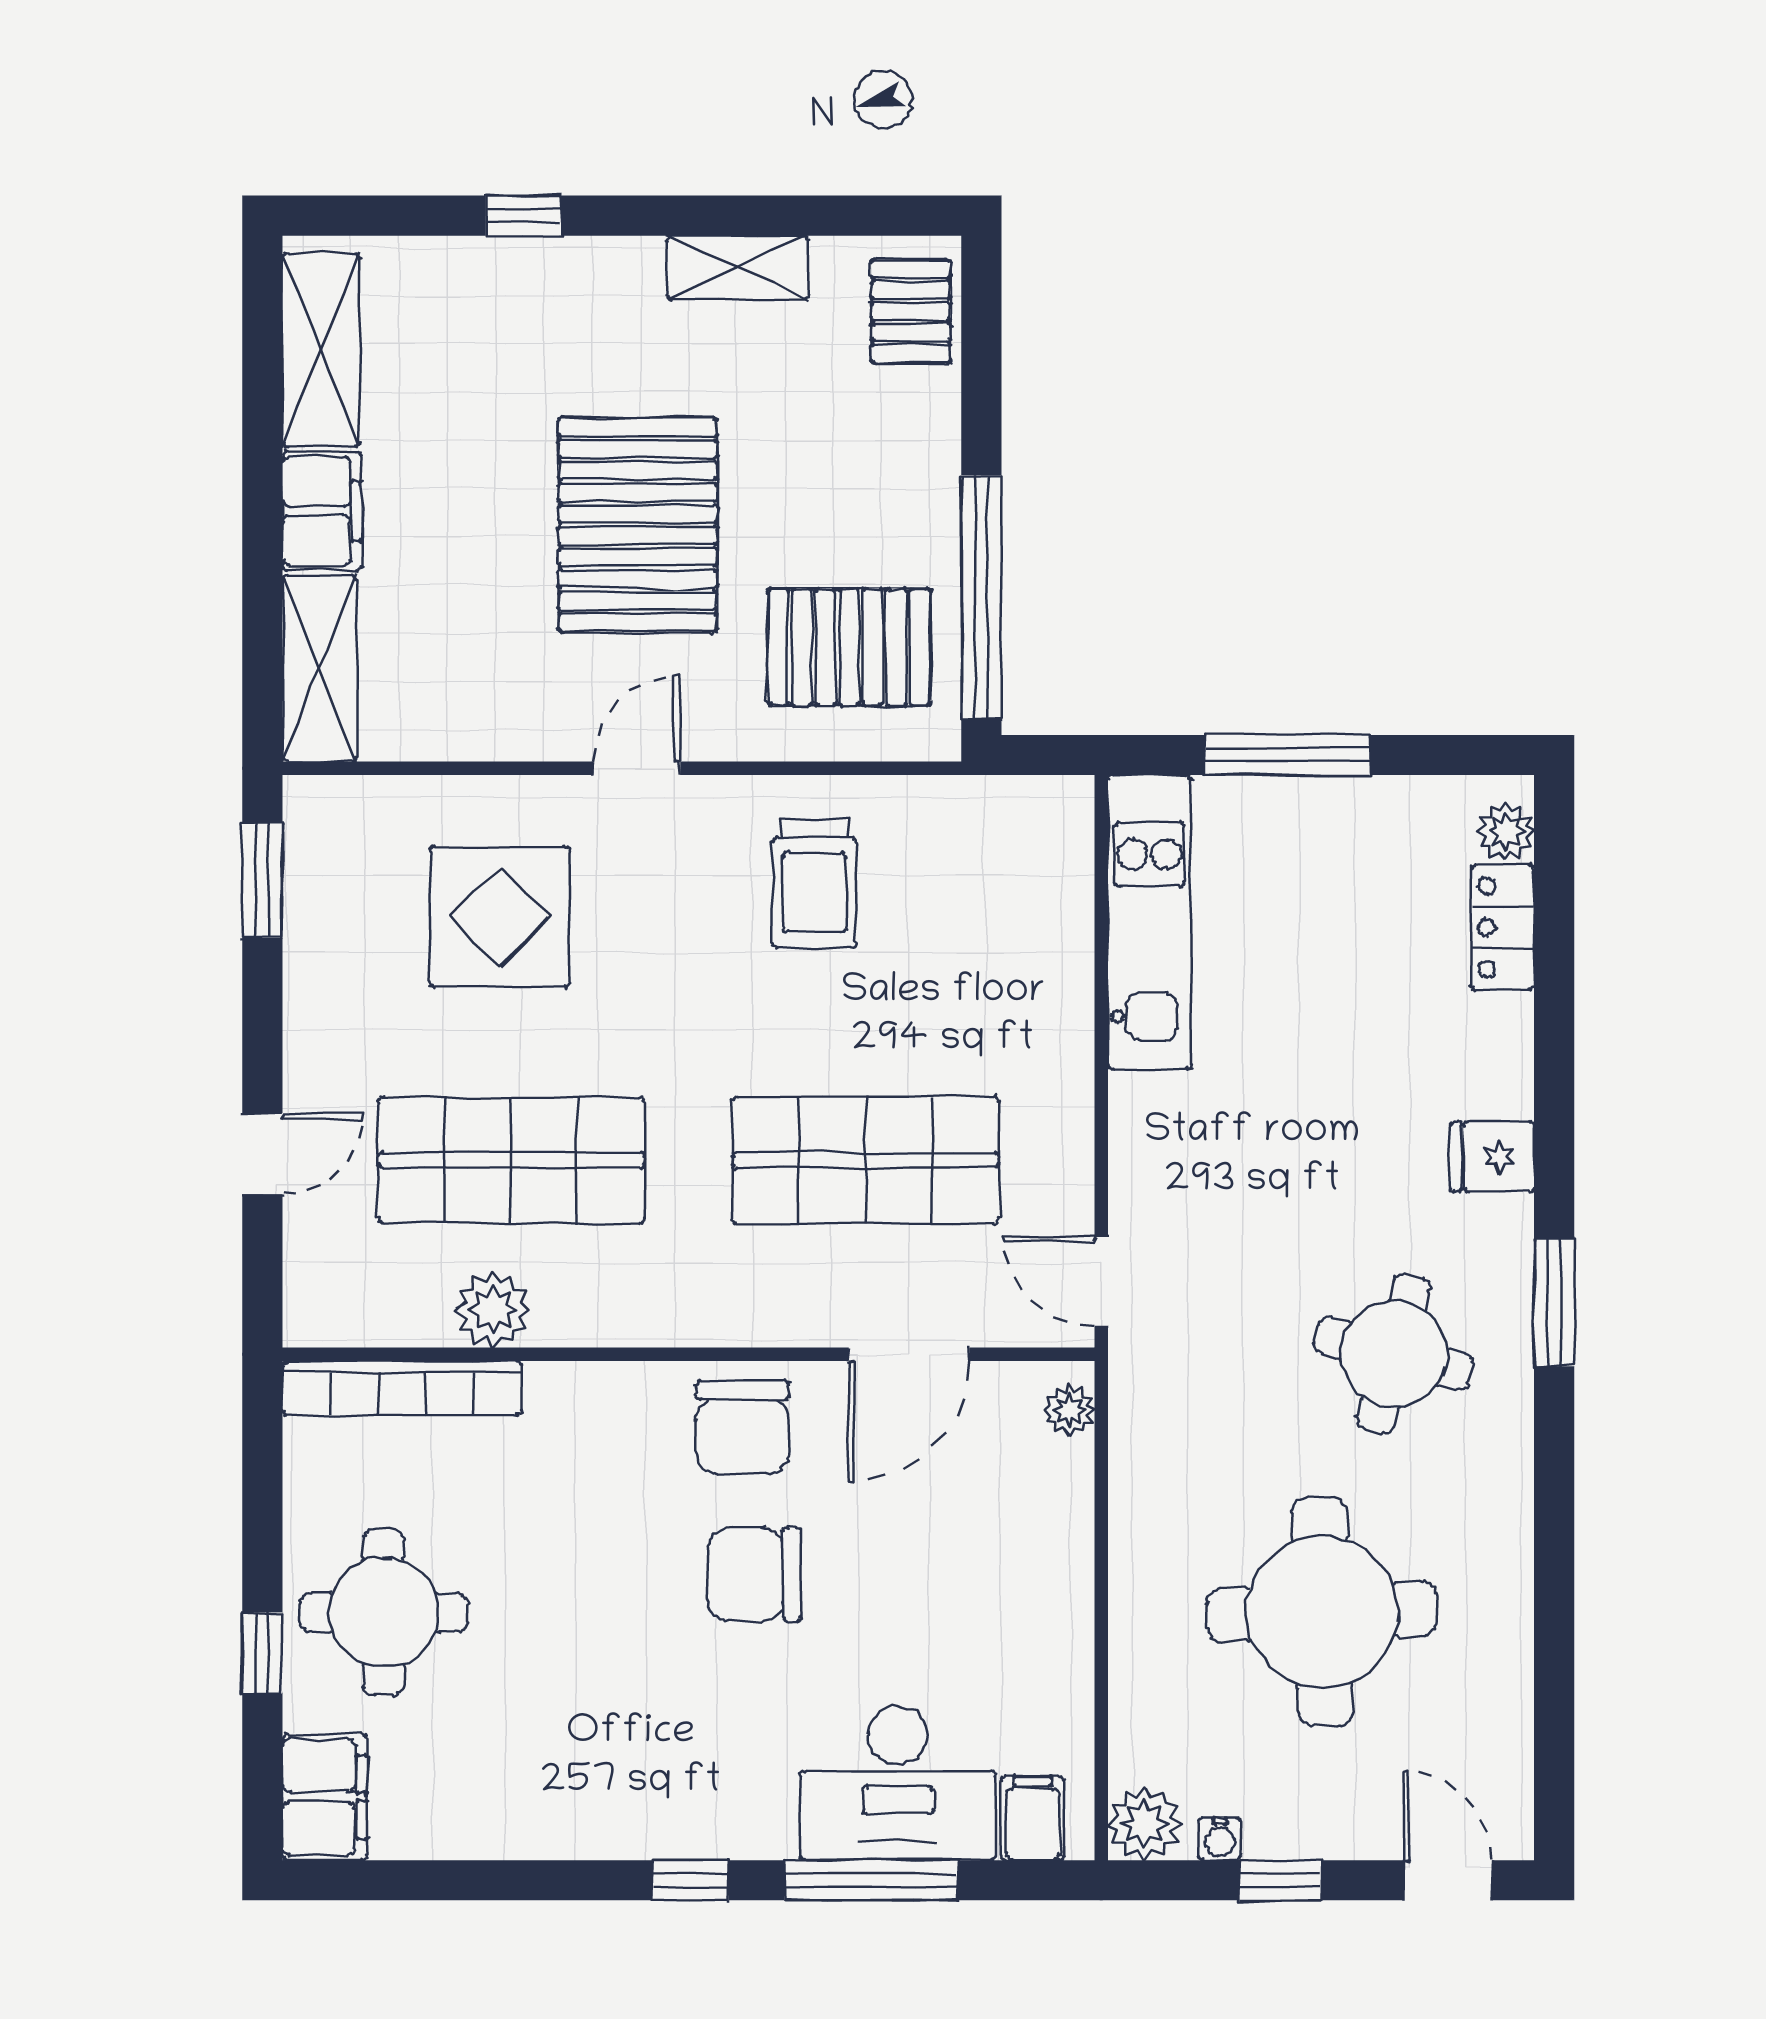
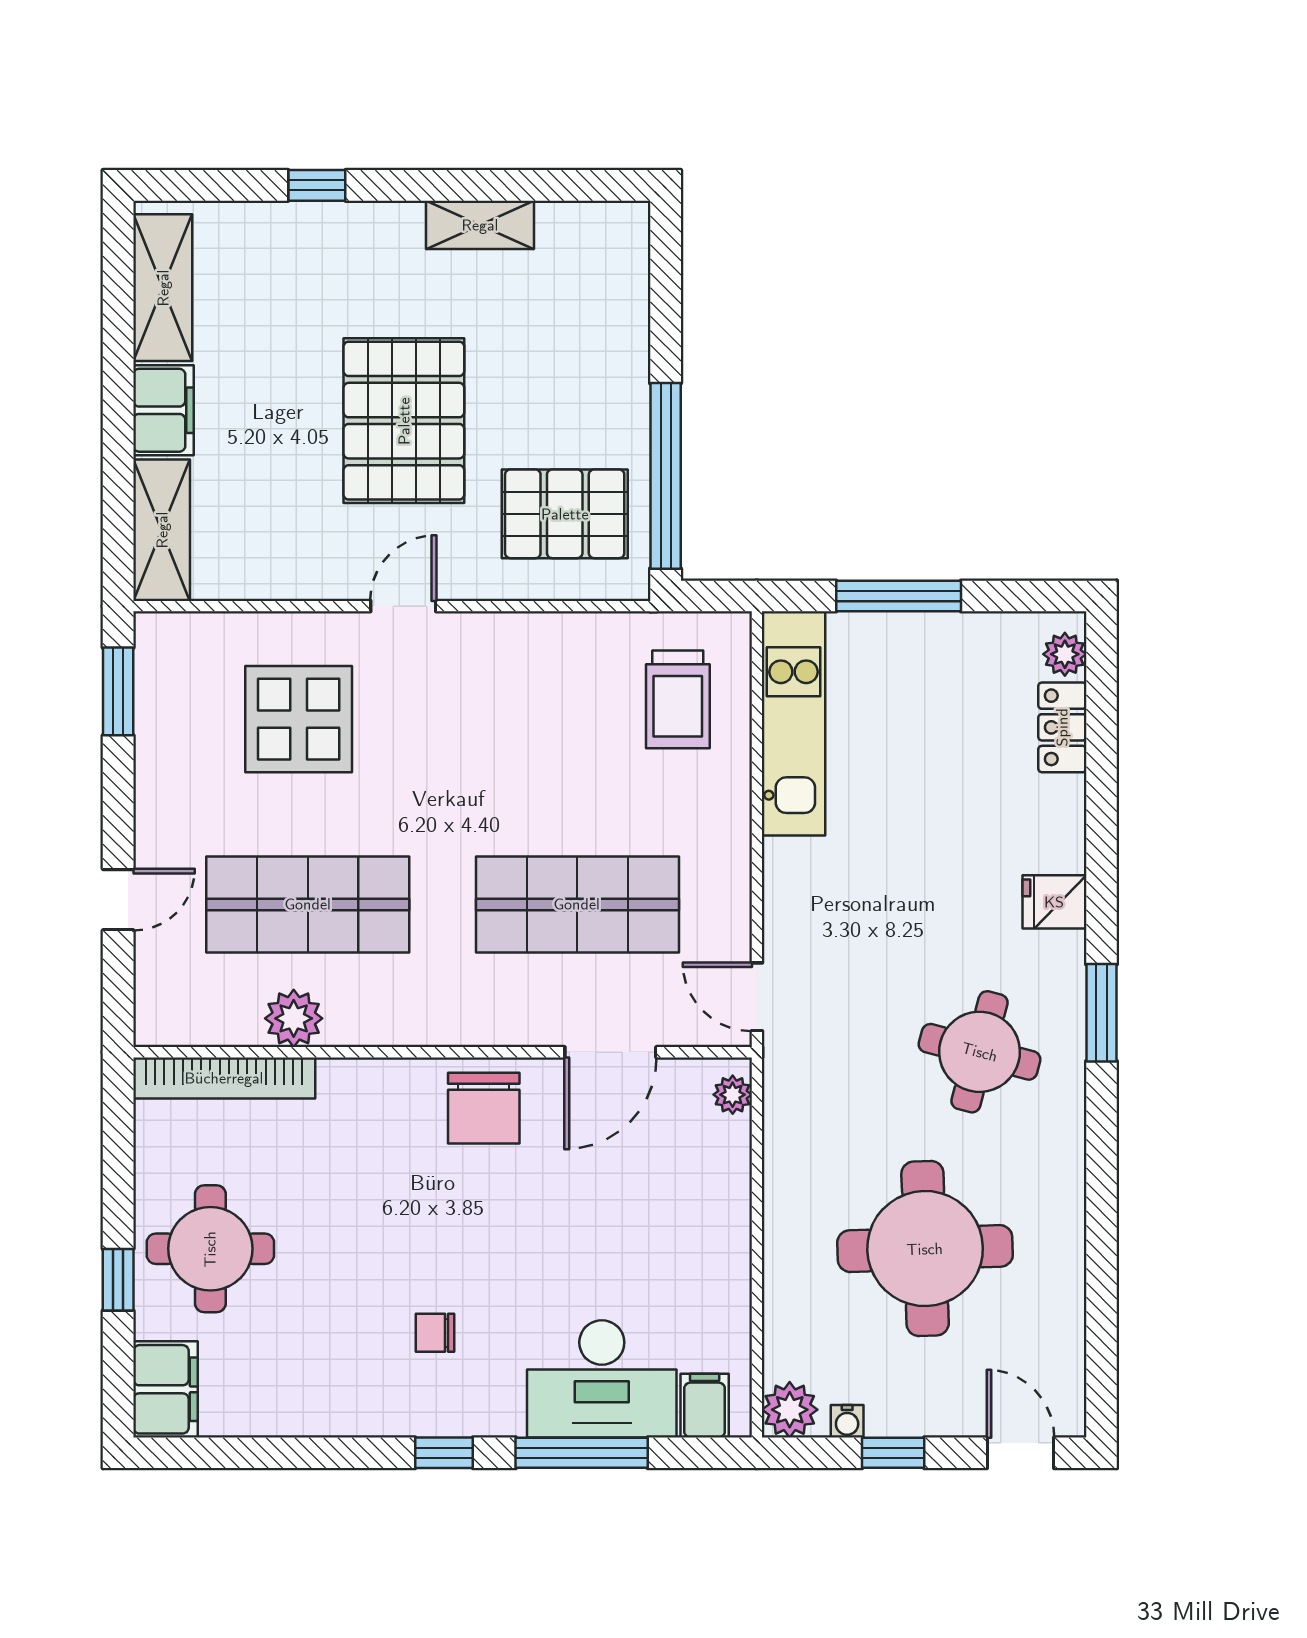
pallet: (911, 311) -> (612, 258), removed
trolley: (815, 884) -> (678, 699), moved
chair: (754, 1575) -> (435, 1333), moved, width x0.54, depth x0.54

